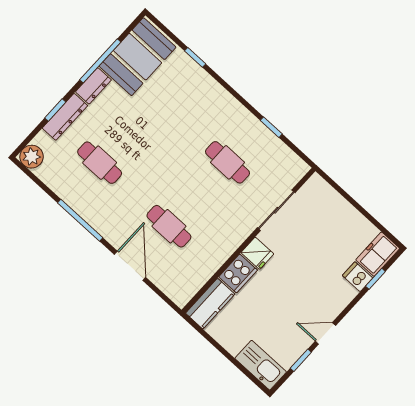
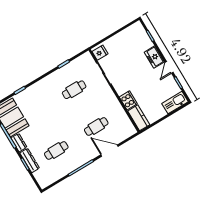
plant: (32, 157) -> (44, 182), removed
fridge: (257, 253) -> (100, 53), moved
freezer: (378, 254) -> (154, 57), moved
dishwasher: (357, 277) -> (147, 44), removed

